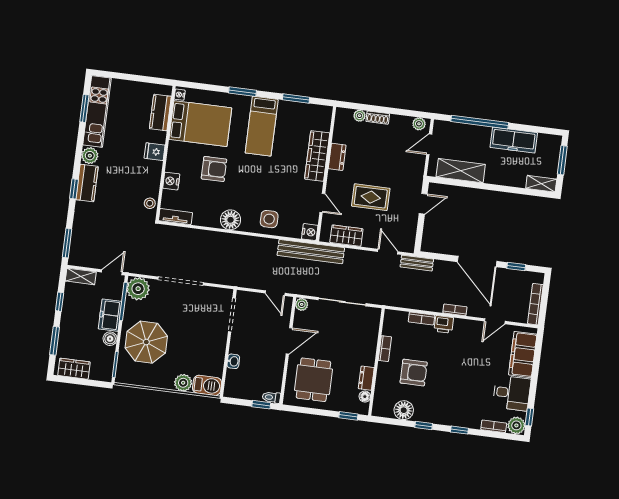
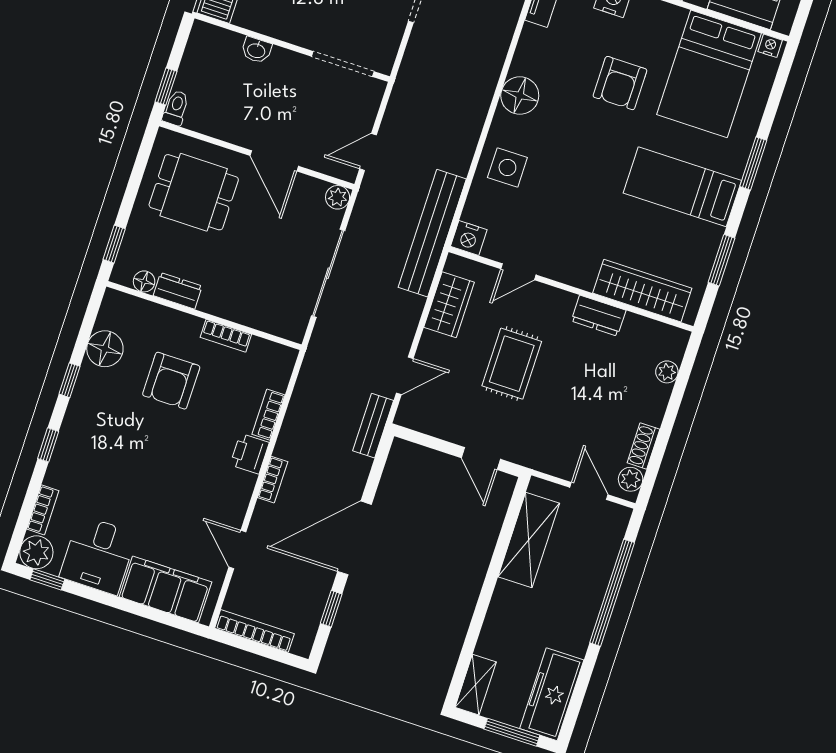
shoe rack: (378, 118) -> (643, 446), moved
freezer: (514, 140) -> (552, 694), moved
wardrobe: (317, 156) -> (642, 291), moved

